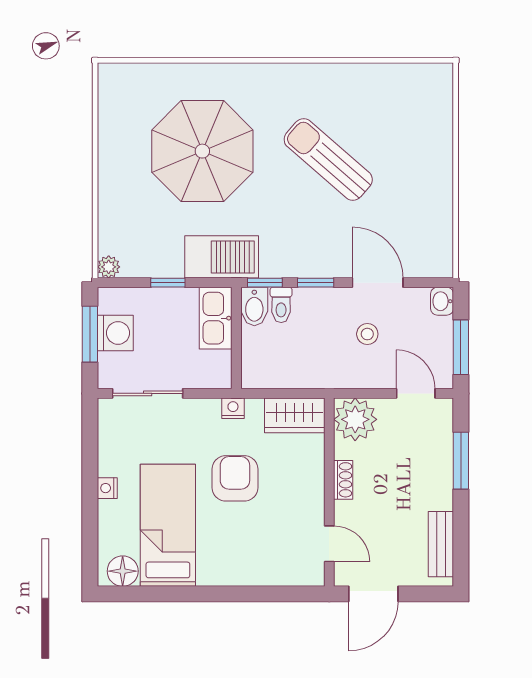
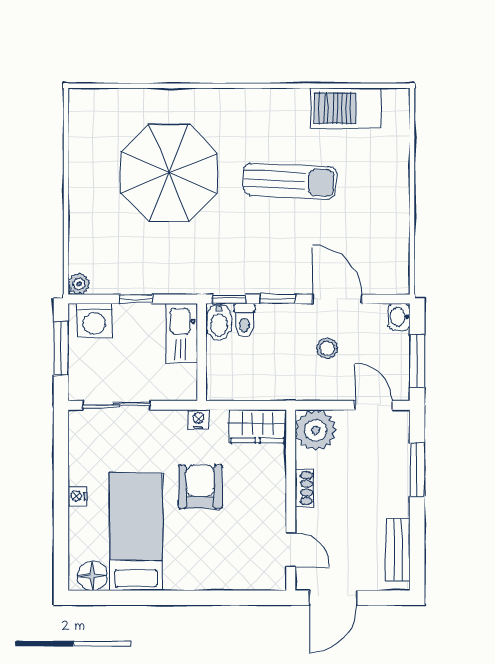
sun lounger: (328, 159) -> (290, 181), turned 142
barbecue: (222, 257) -> (346, 108), moved, turned 180
washing machine: (115, 333) -> (94, 320), moved, turned 90

